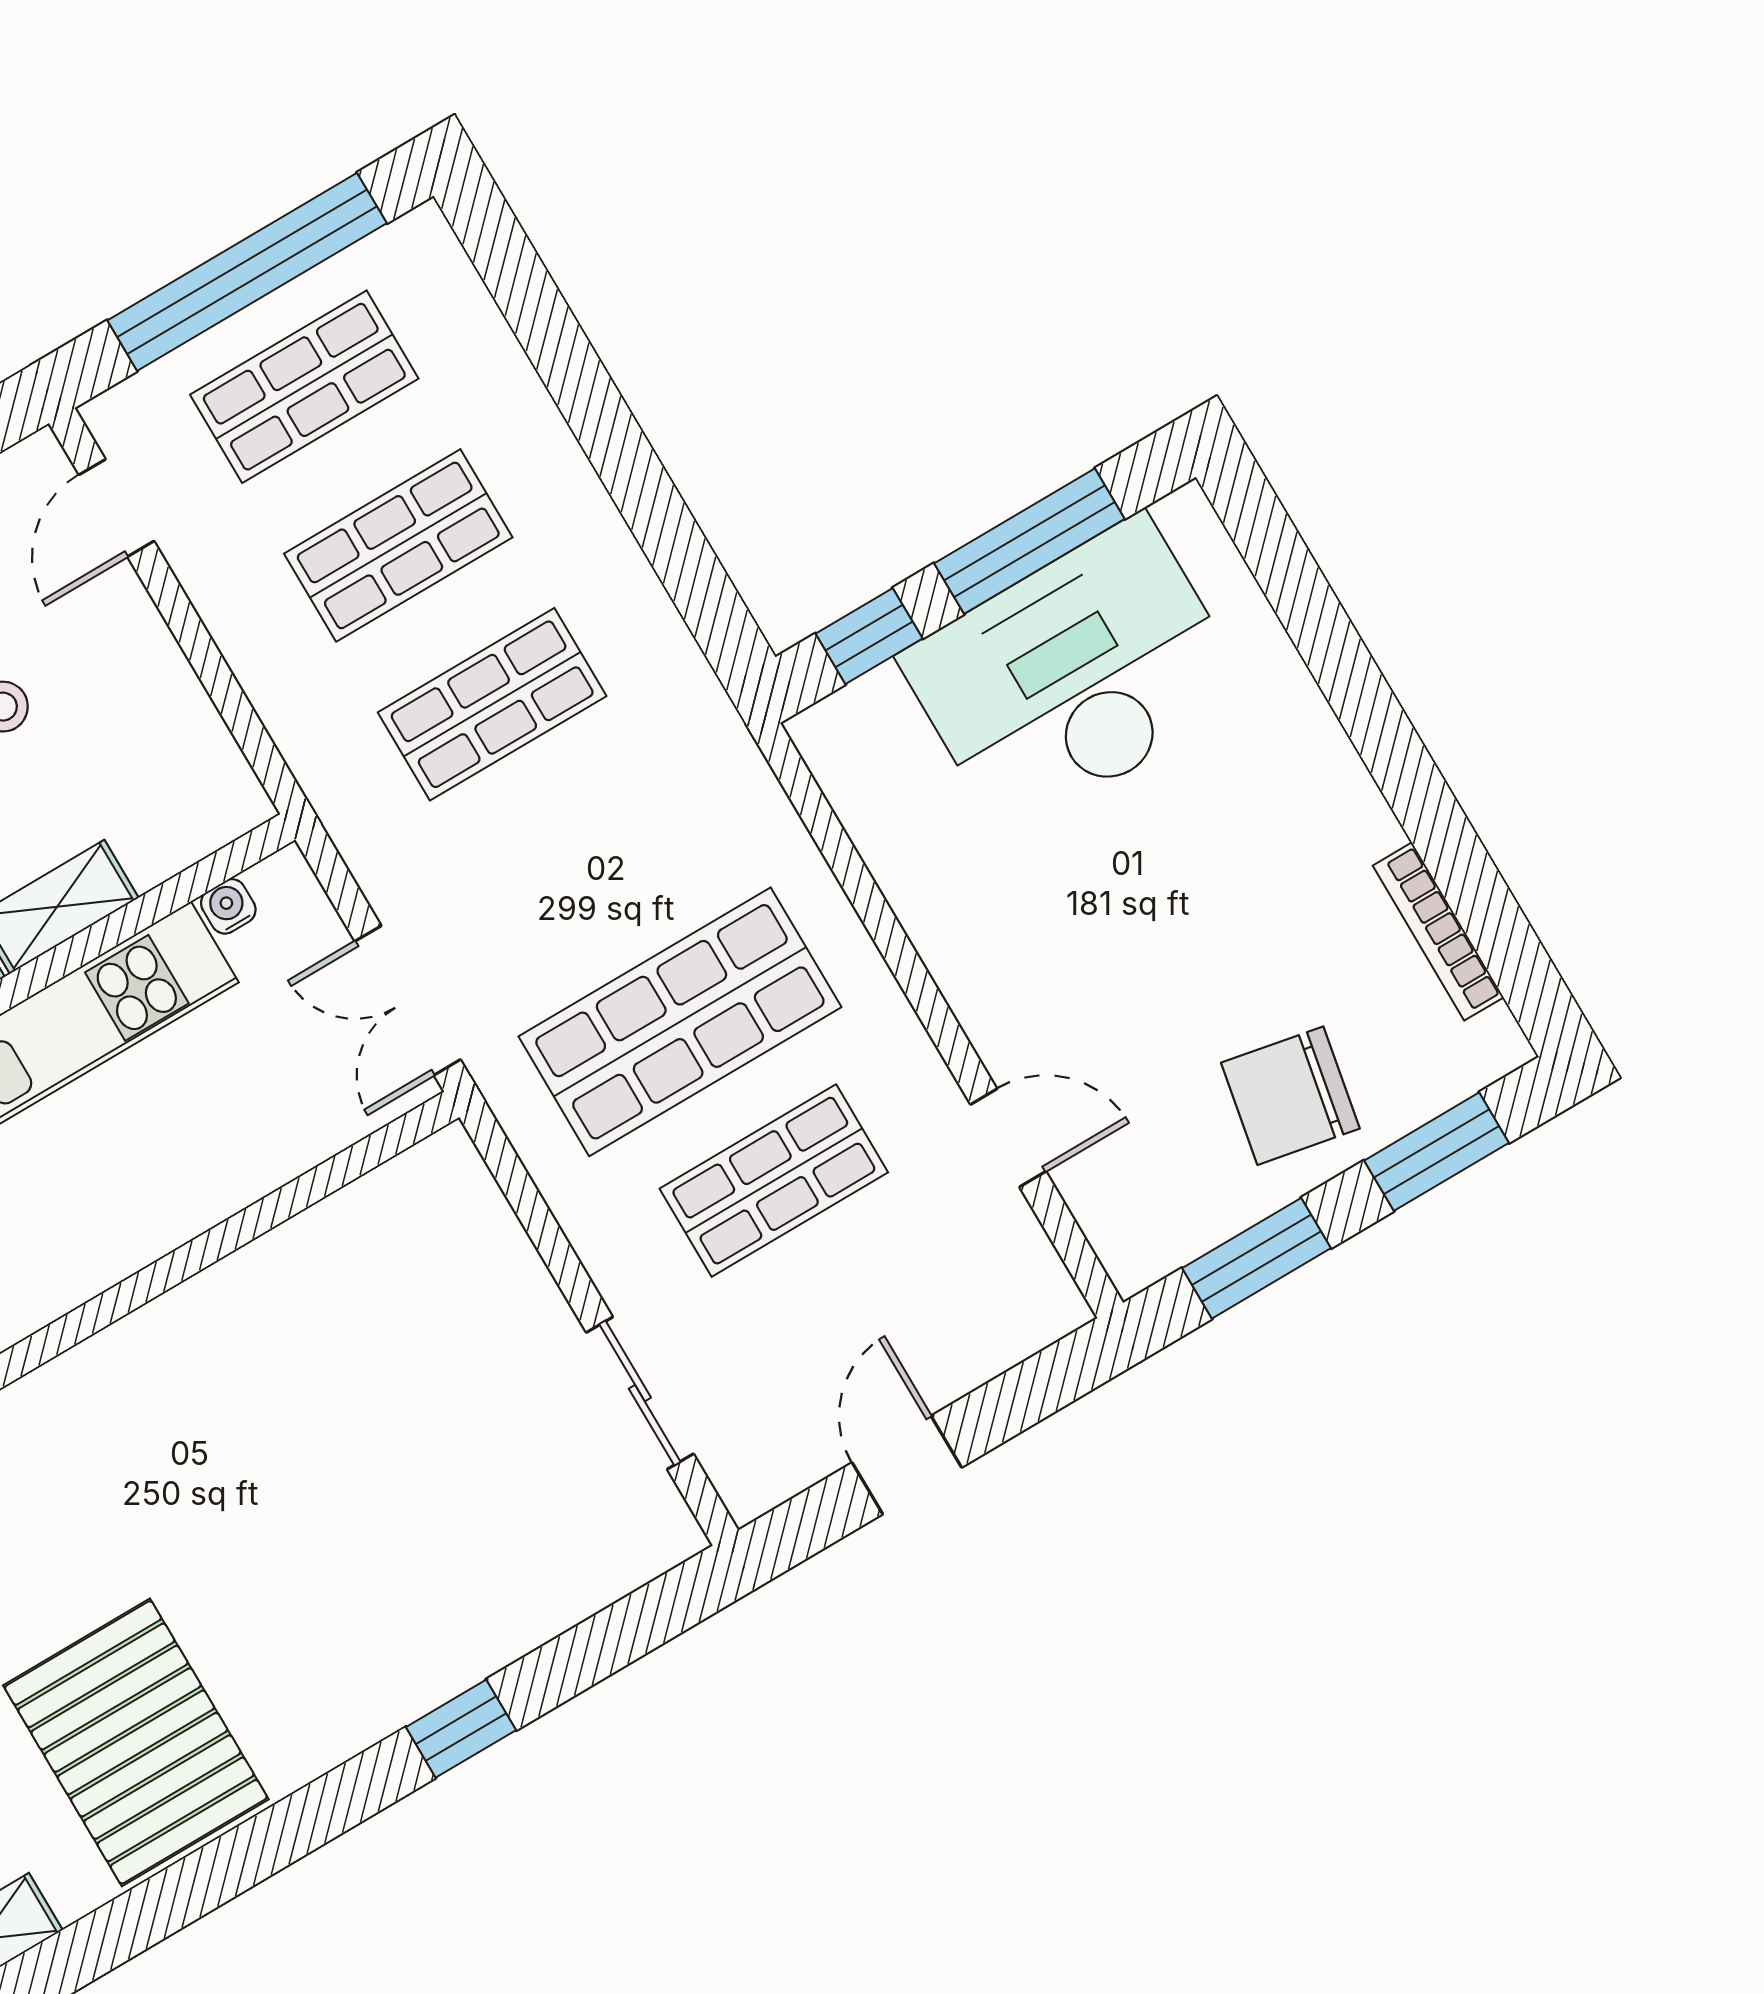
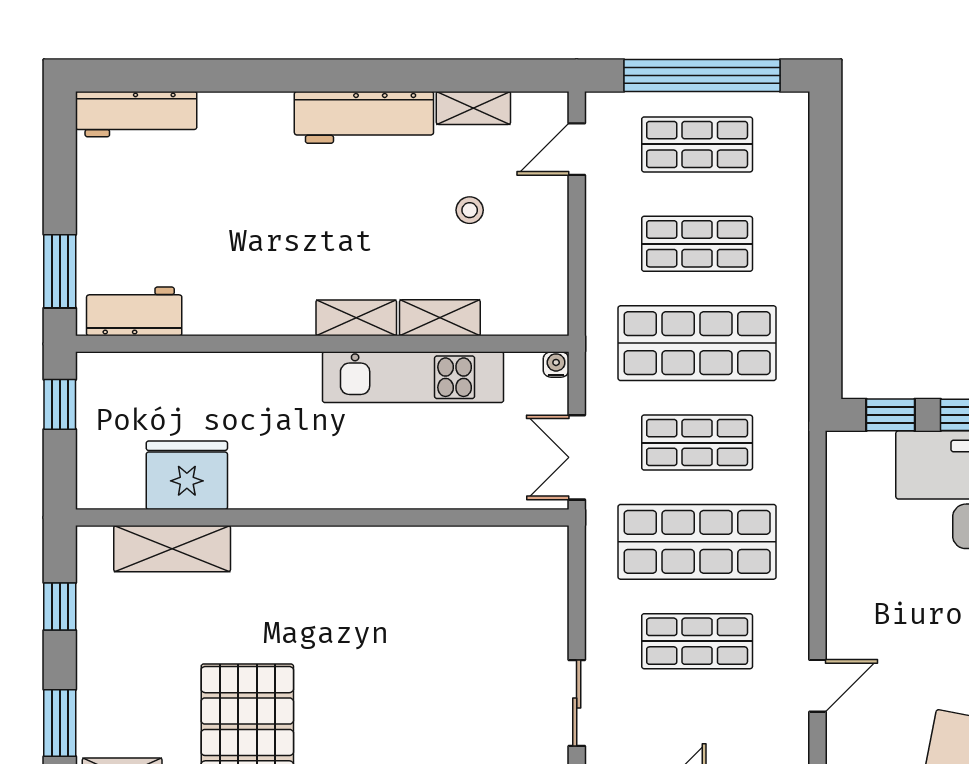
shop shelf: (492, 704) -> (697, 343), width x1.43, depth x1.36
shop shelf: (586, 863) -> (697, 443), added
water cooler: (228, 906) -> (556, 365), moved
door: (1008, 1138) -> (817, 686), hinge flipped

